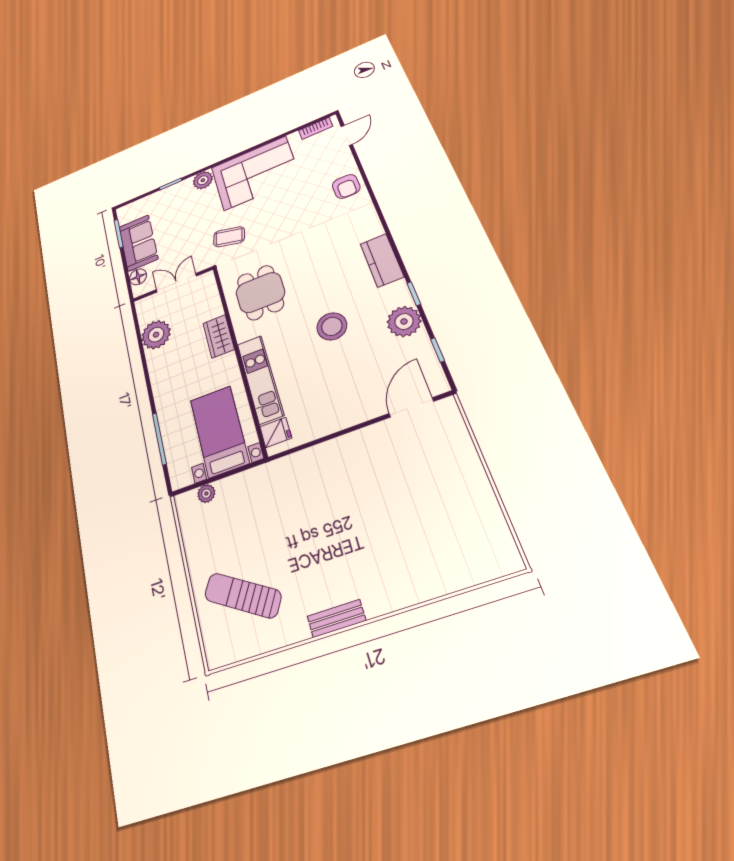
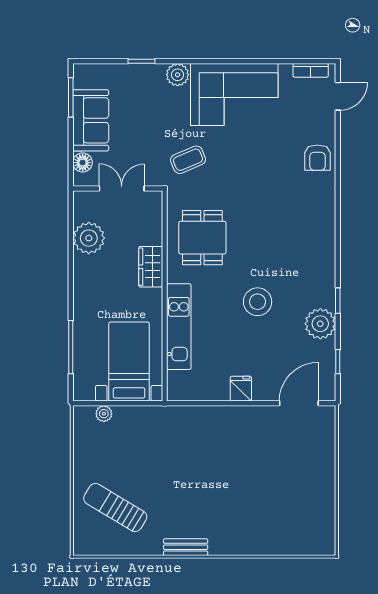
coffee table: (229, 237) -> (188, 160), turned -37
kitchen counter: (382, 260) -> (323, 255), removed
fridge: (276, 432) -> (241, 389), moved, turned -90

